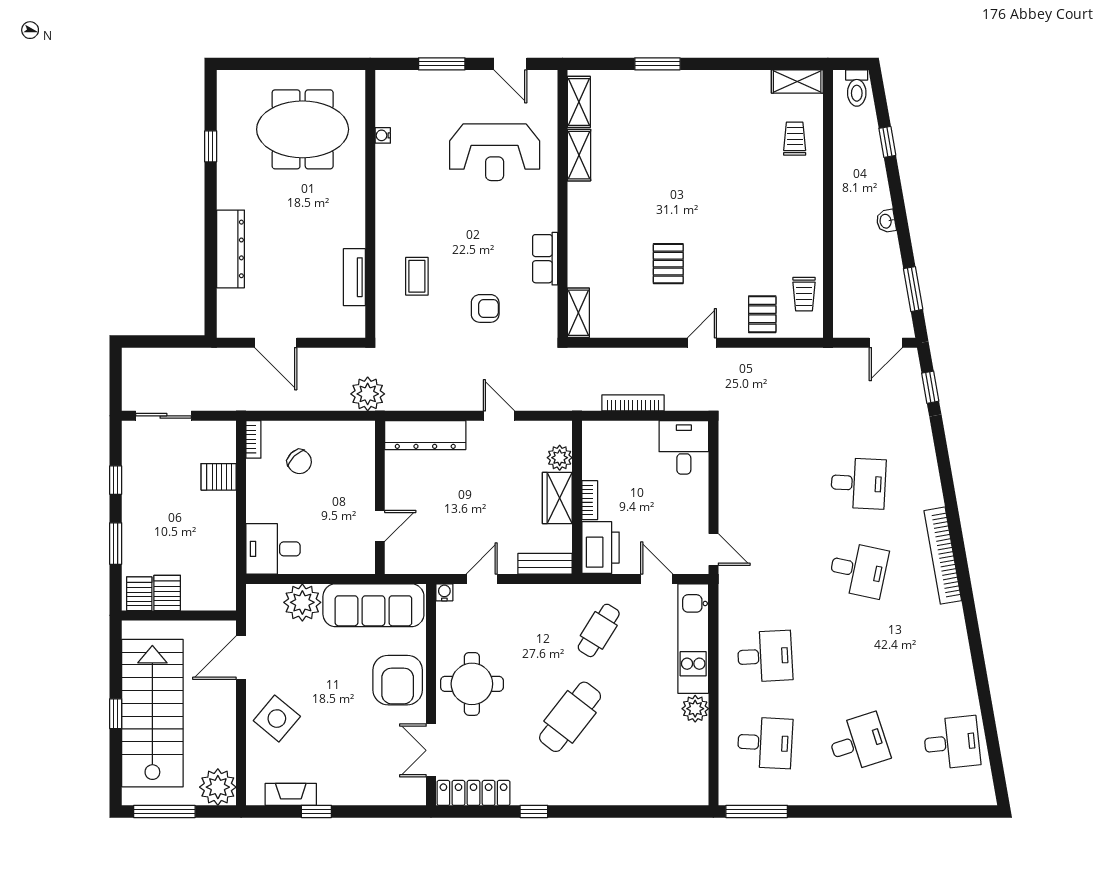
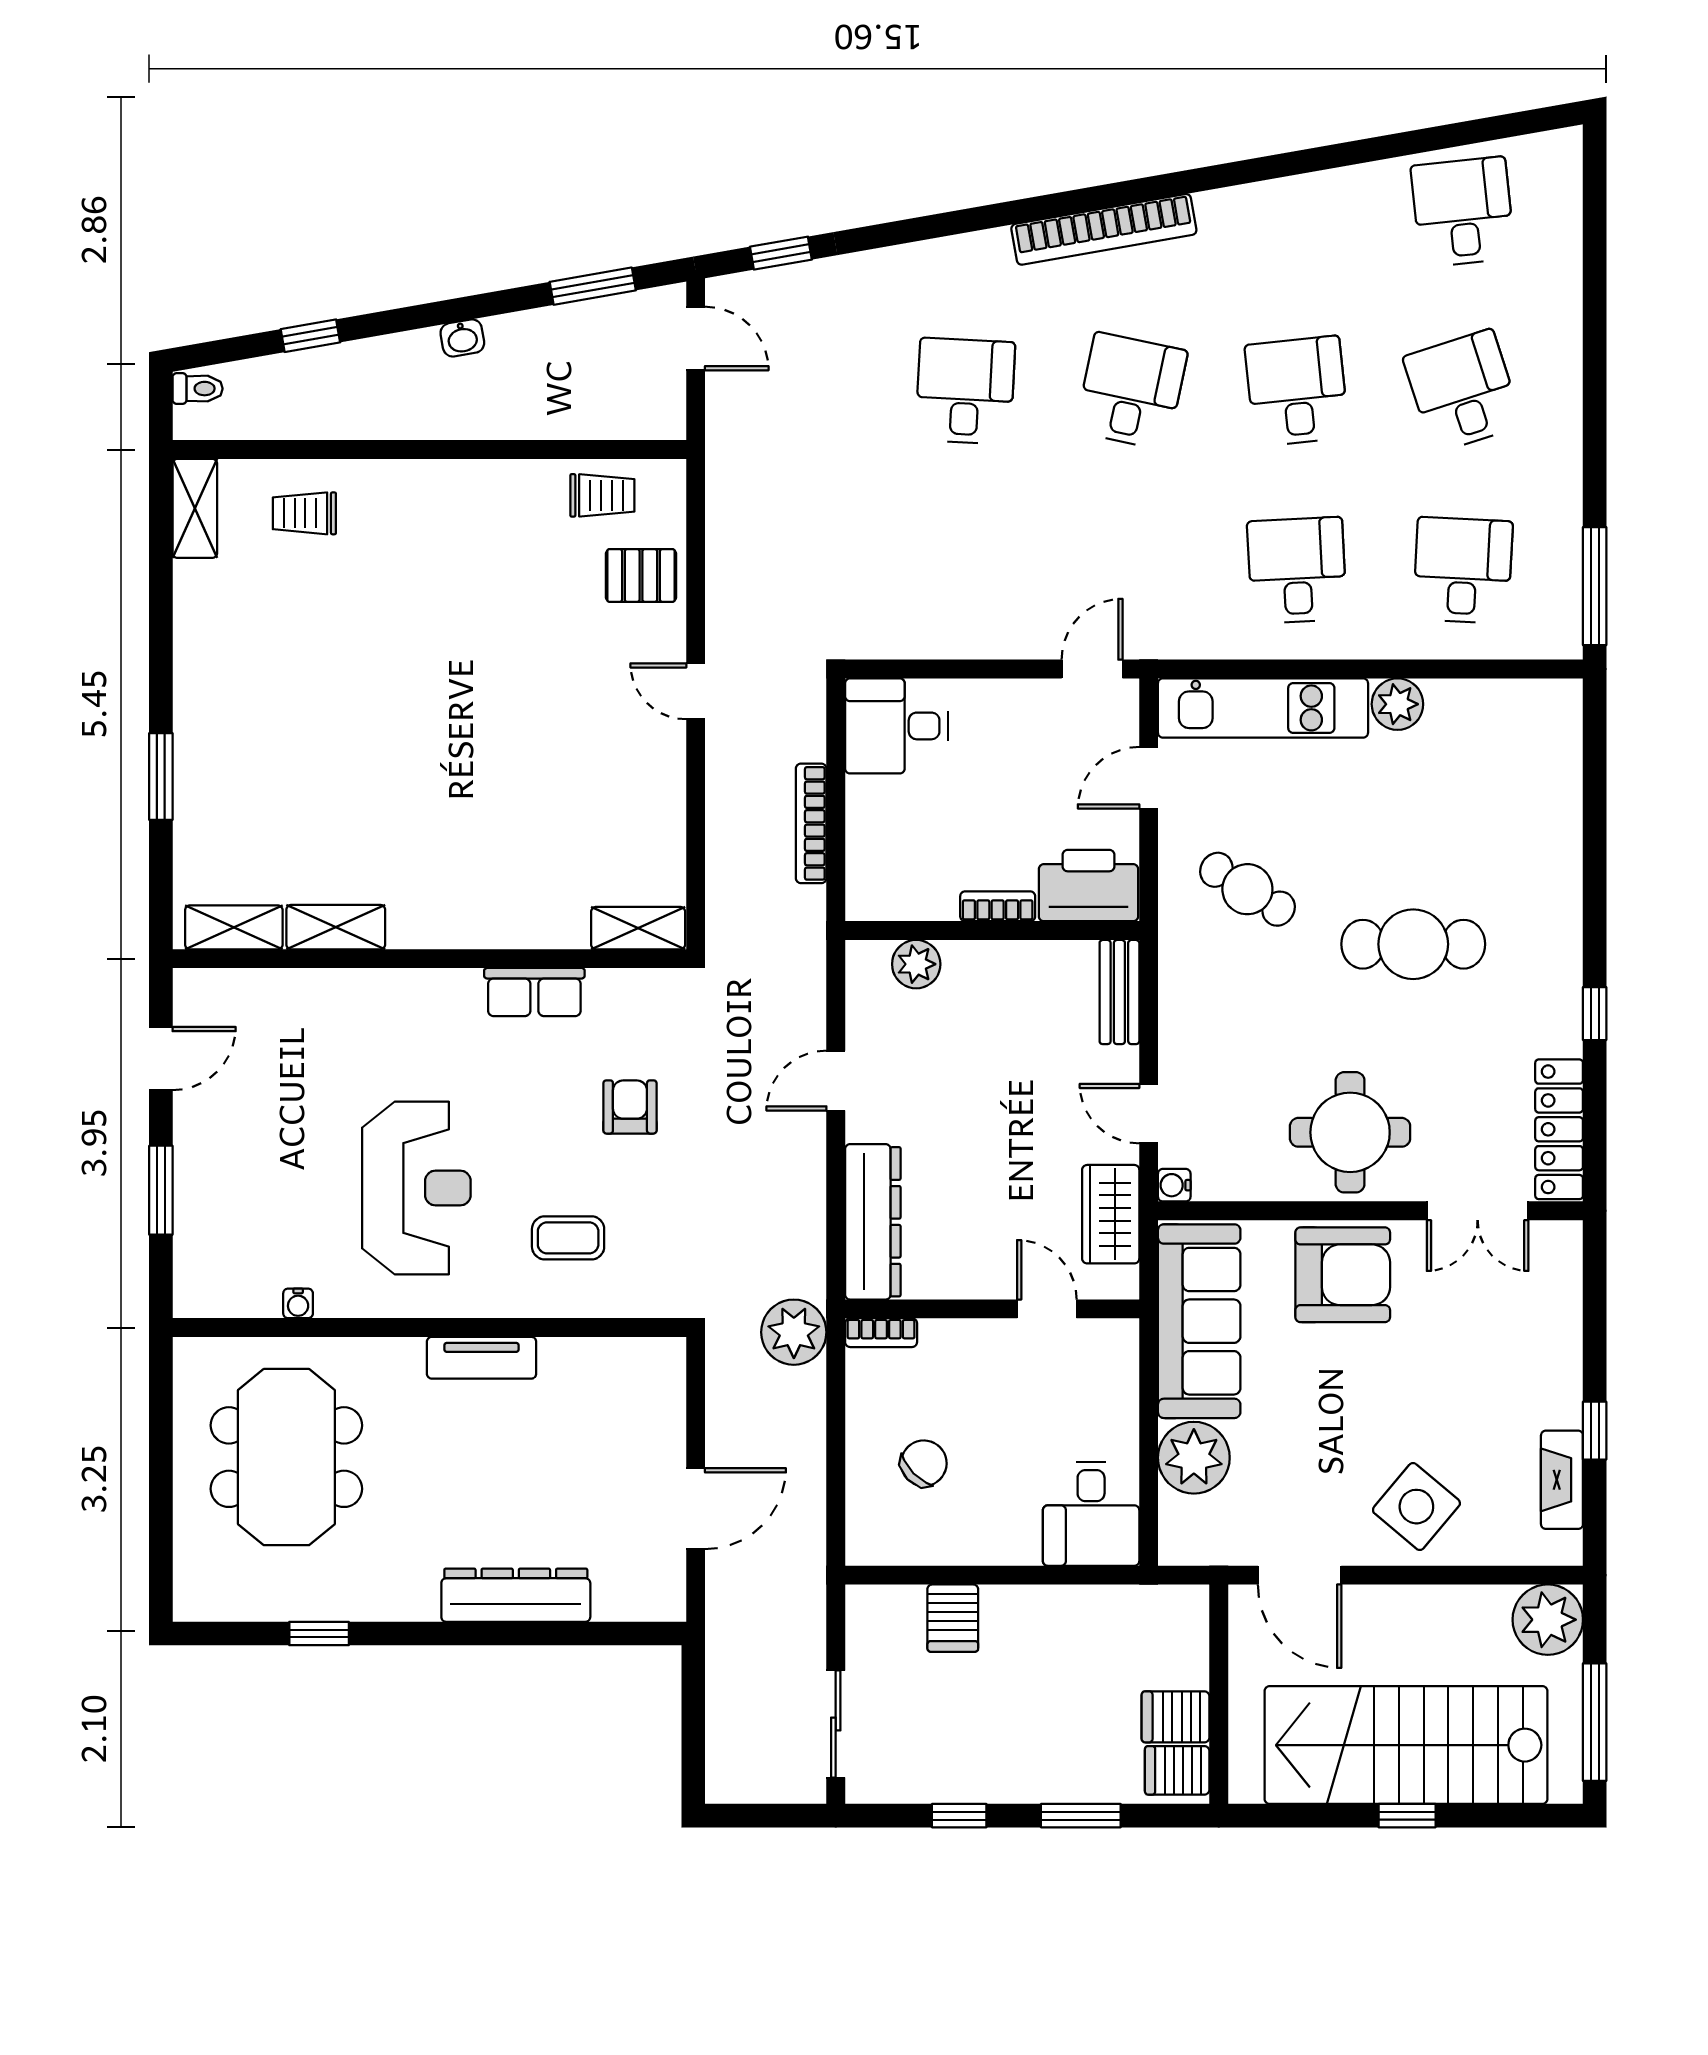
toilet: (857, 88) -> (198, 389), width x0.73, depth x0.72
reception desk: (495, 152) -> (416, 1188), moved
pallet: (668, 264) -> (544, 756), removed
tv unit: (354, 277) -> (482, 1358), moved
bookcase: (253, 439) -> (881, 1333), moved, turned 180
wardrobe: (557, 498) -> (1111, 1214), moved, turned 90
desk: (858, 656) -> (1297, 391), added
cafe table: (570, 717) -> (1413, 944), turned -38

